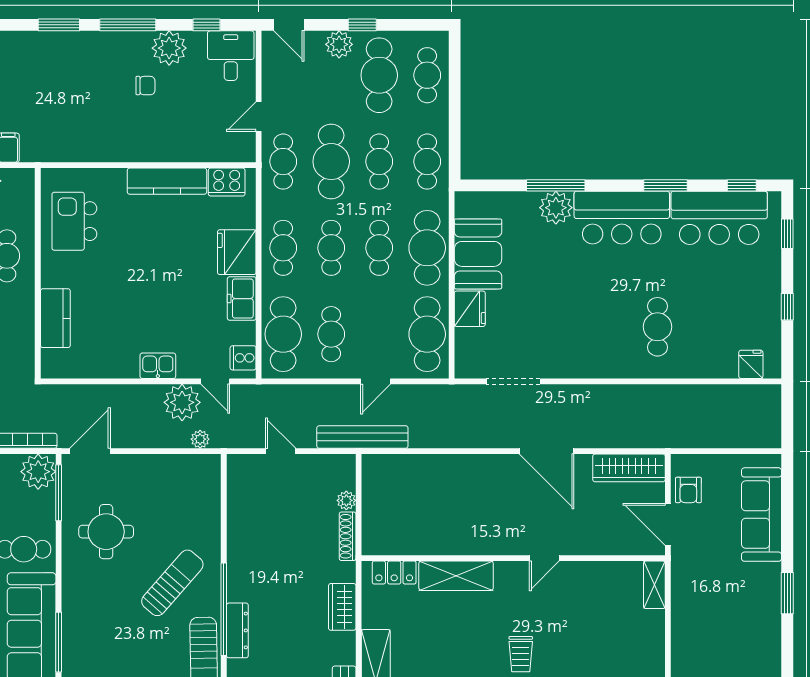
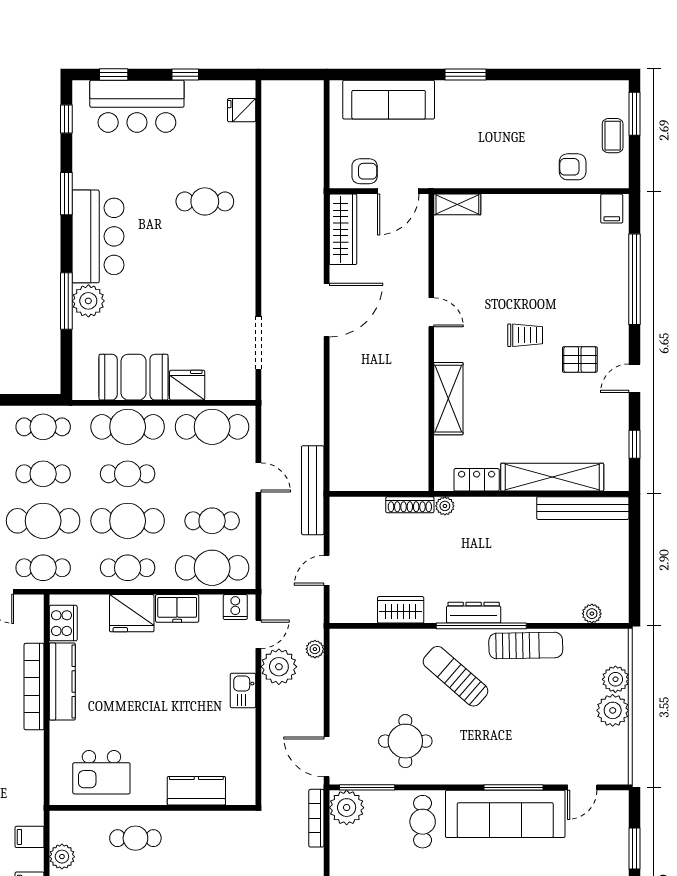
bookcase: (162, 152) -> (34, 687), added
bar counter: (719, 218) -> (137, 106), moved, turned 90
cafe table: (331, 248) -> (128, 521), width x1.37, depth x1.35
plant: (346, 500) -> (445, 506), moved
locker: (394, 573) -> (477, 480), moved, turned -90
wardrobe: (342, 607) -> (401, 610), moved, turned 180
dresser: (237, 630) -> (474, 613), moved

